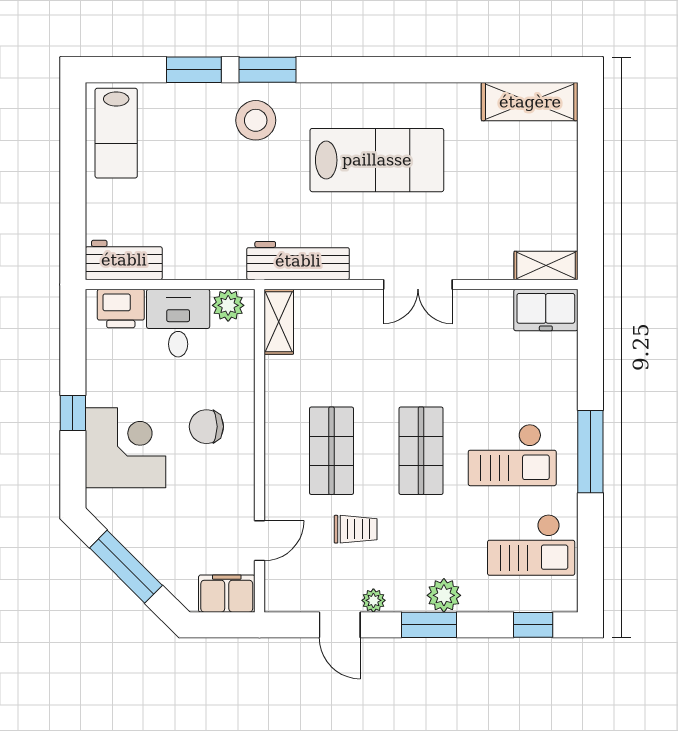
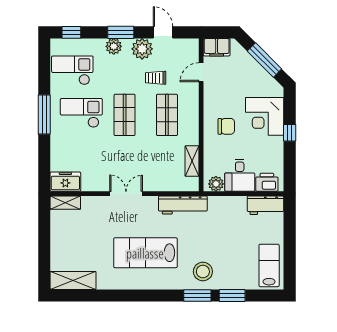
shelving: (279, 322) -> (192, 161), moved
plant: (373, 600) -> (142, 49), width x1.87, depth x1.87

